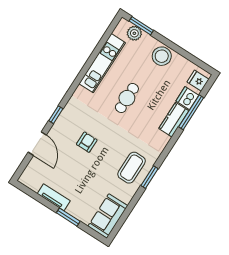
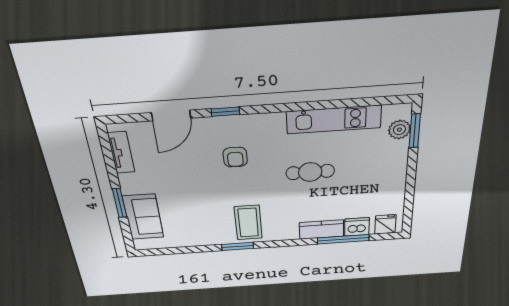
stool: (162, 56) -> (390, 175), removed
armchair: (87, 142) -> (235, 157), moved, turned 90
coffee table: (132, 168) -> (248, 223), moved, turned 90
tv unit: (54, 197) -> (121, 153), moved
sofa: (108, 216) -> (143, 217), moved, turned 90

